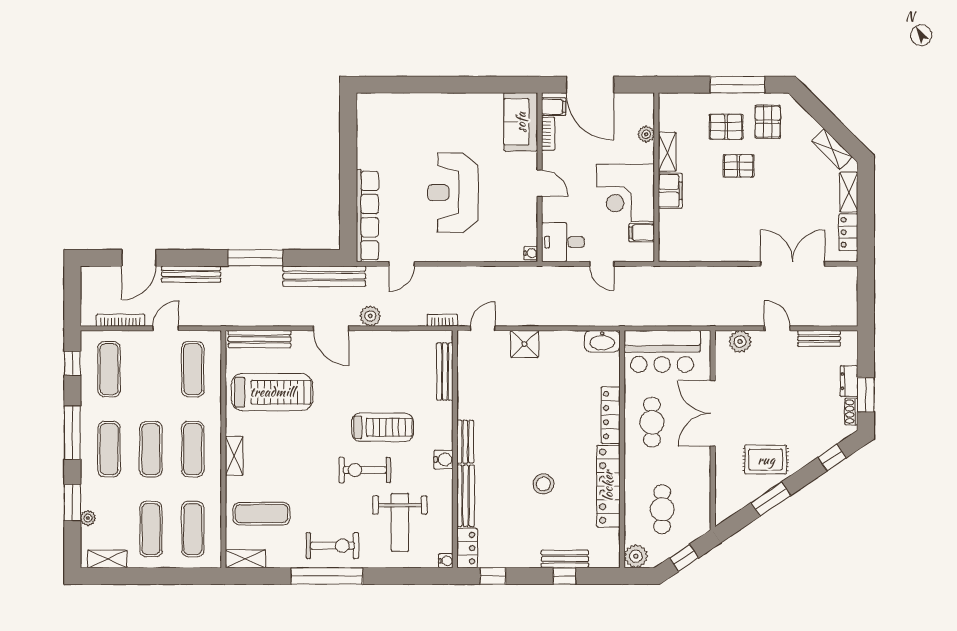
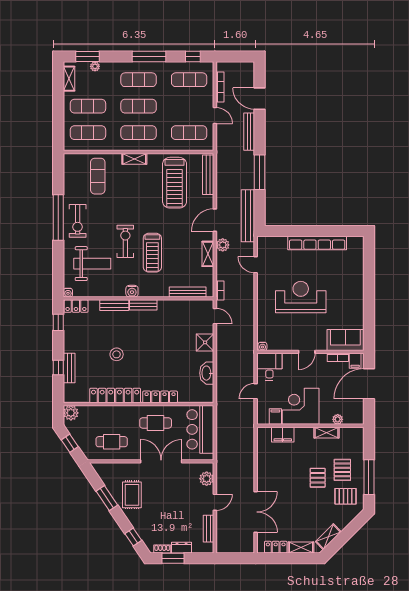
filing cabinet: (670, 191) -> (283, 435), moved
row of seats: (367, 216) -> (317, 243), moved
washbasin: (602, 341) -> (207, 373), moved
bench: (466, 496) -> (114, 305), width x0.73
window: (72, 503) -> (87, 57), moved
cafe table: (662, 509) -> (112, 442), moved
weight bench: (400, 522) -> (92, 264), turned 180
shelving: (245, 559) -> (208, 254), moved

